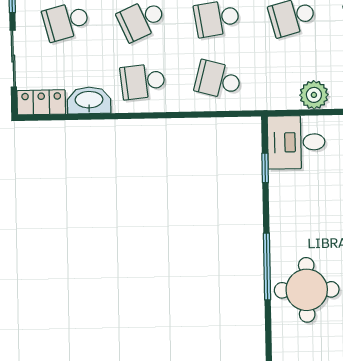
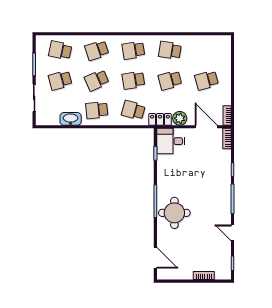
locker: (41, 102) -> (160, 119), moved

